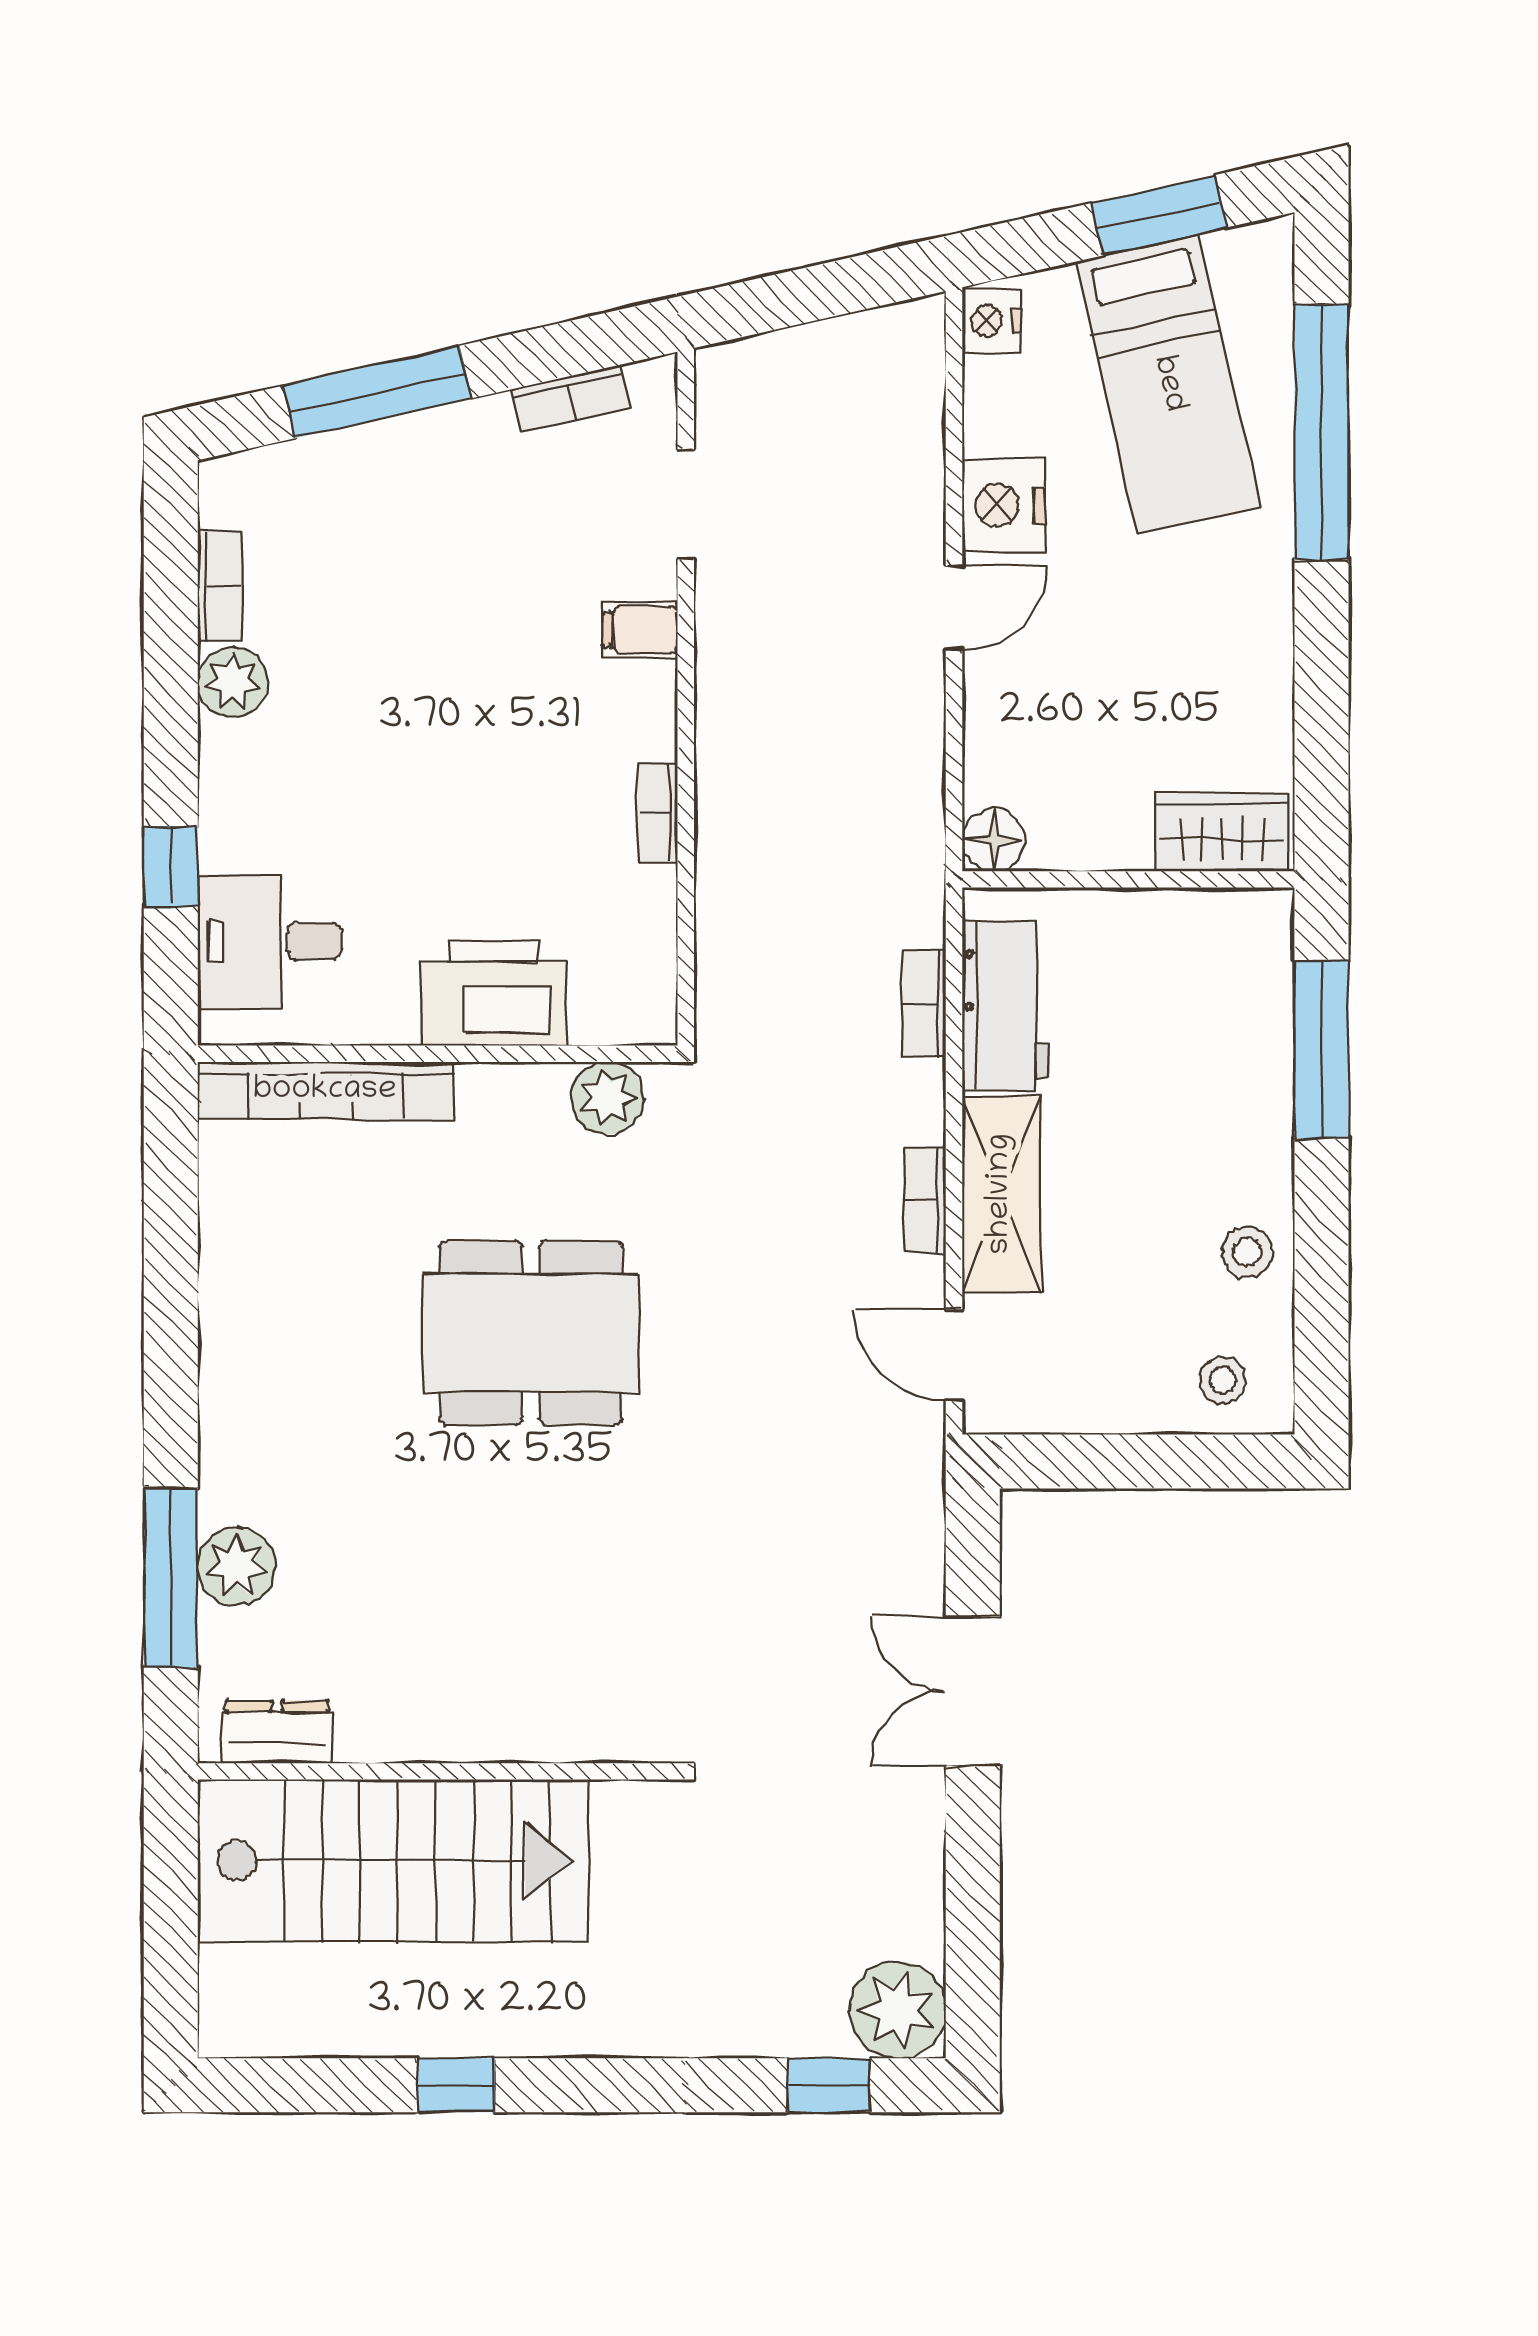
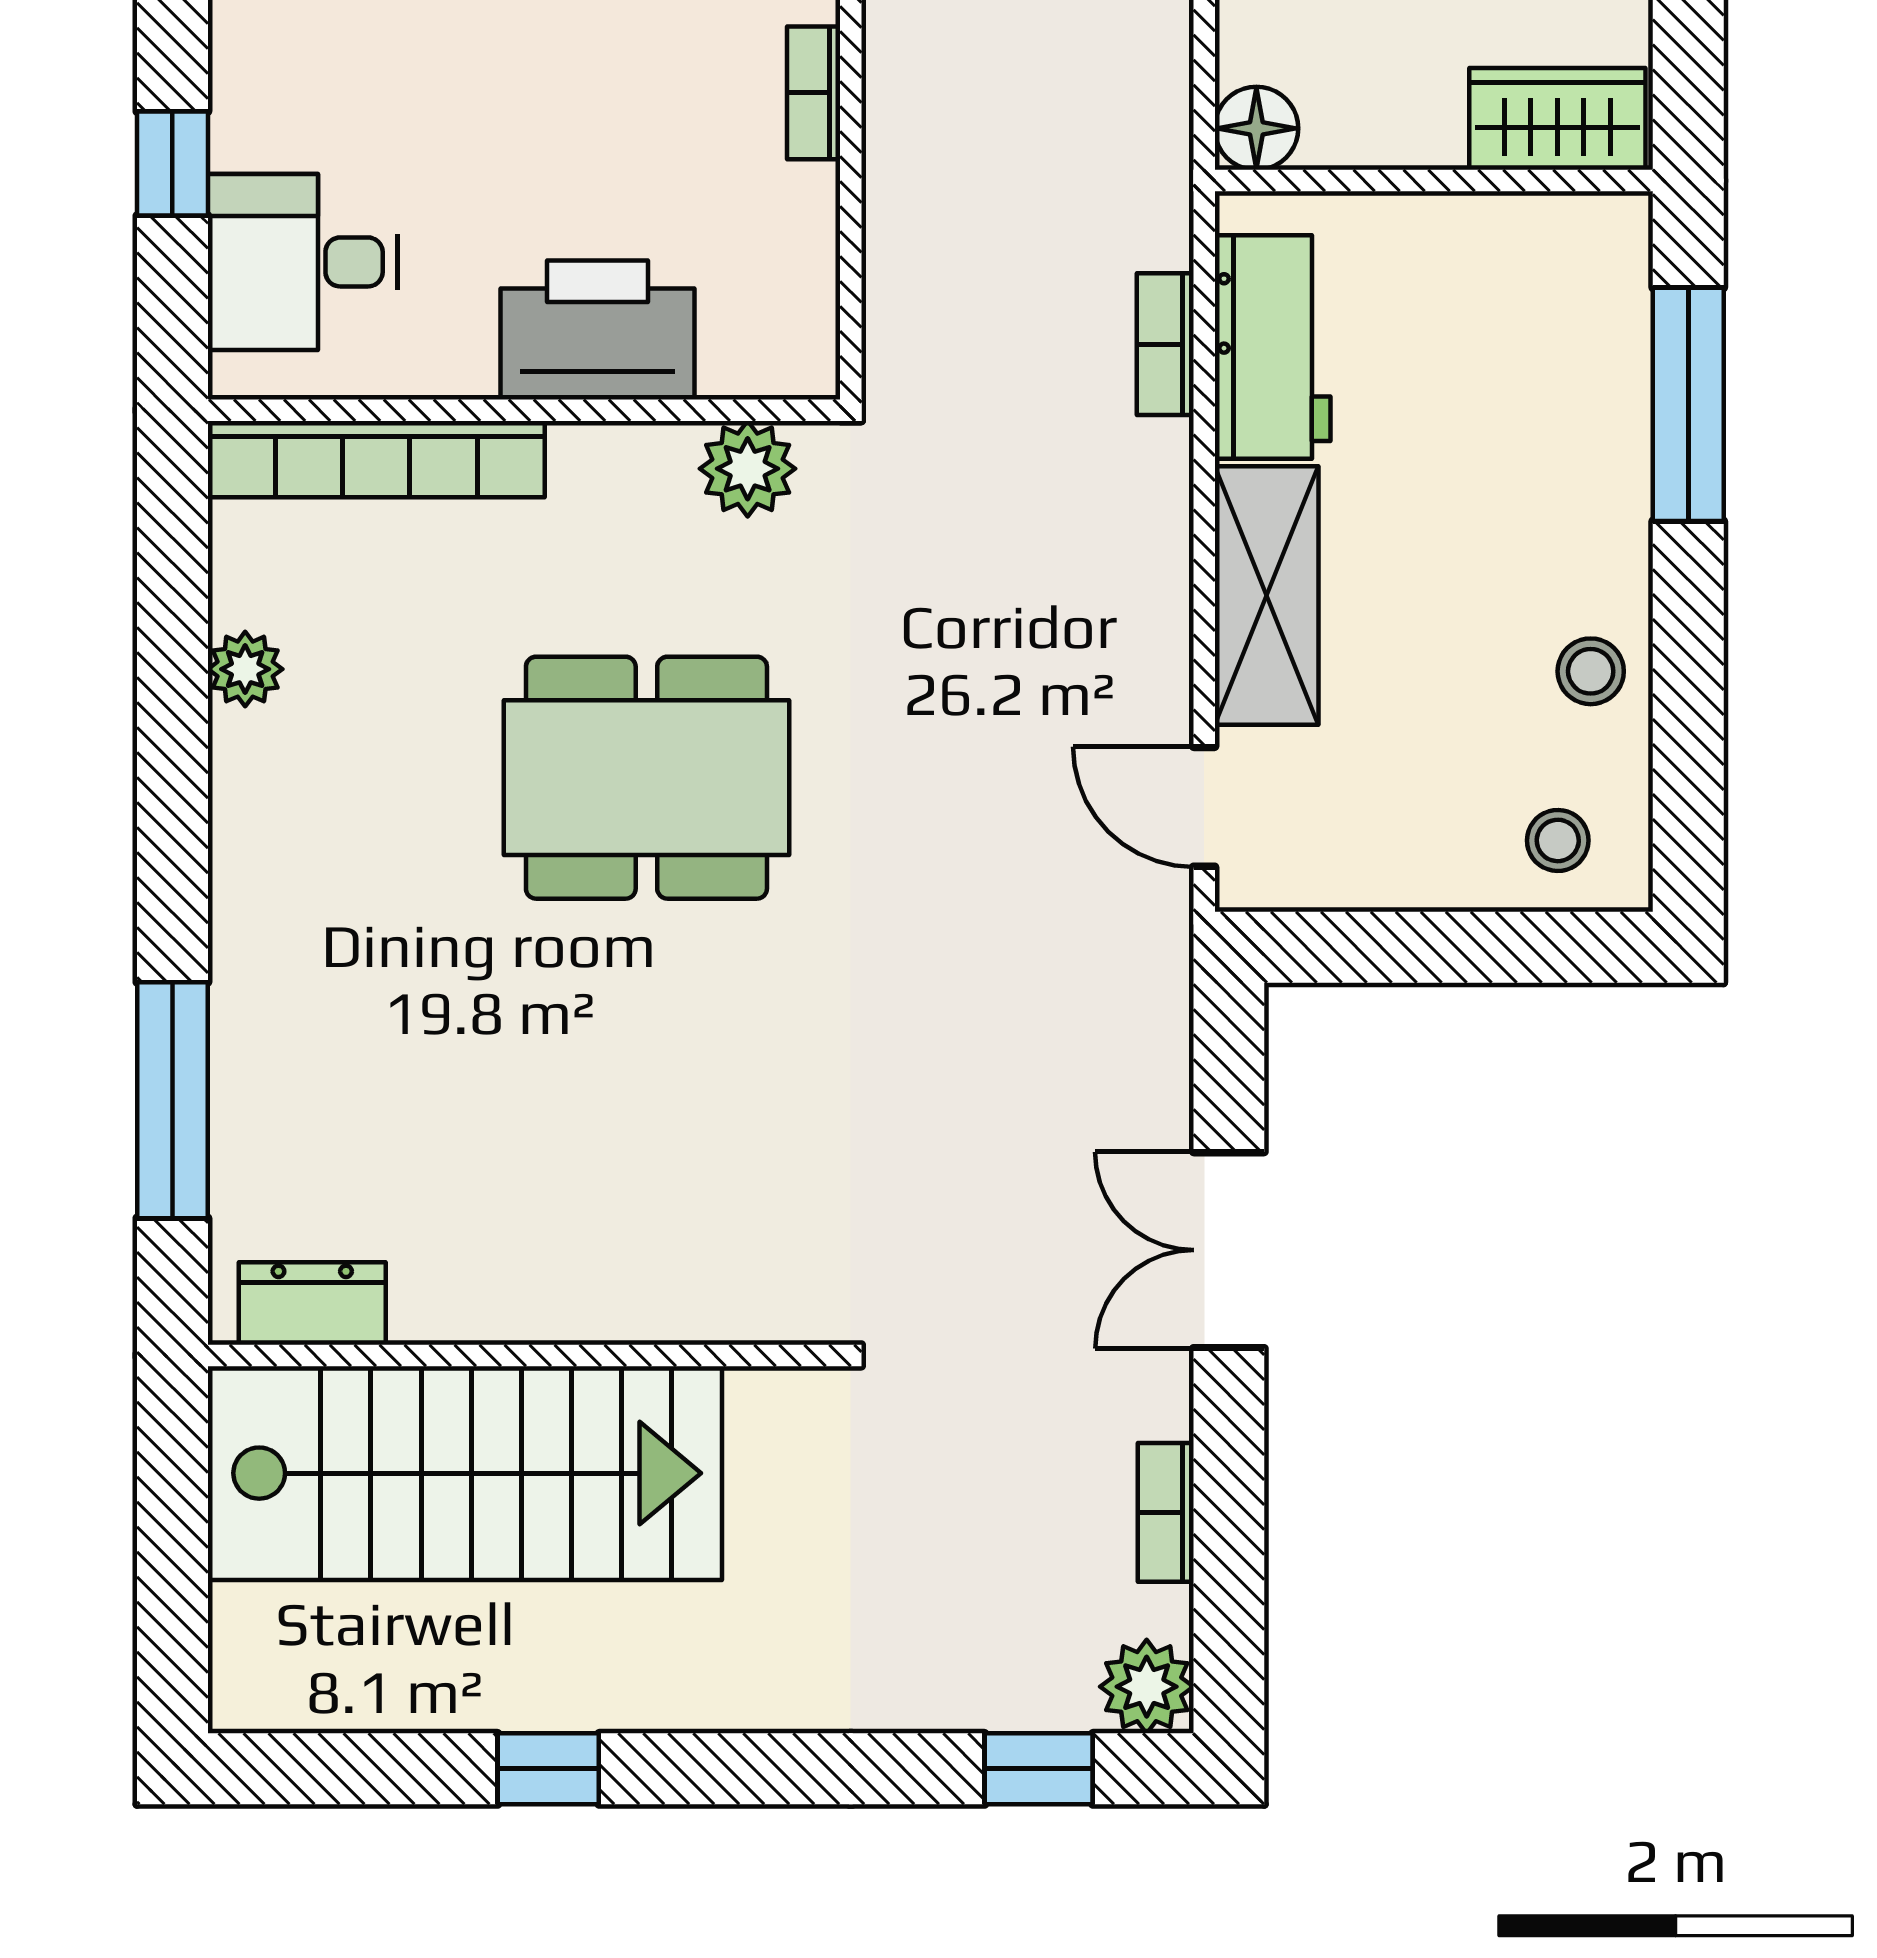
bookcase: (925, 1200) -> (1166, 1512), moved
plant: (237, 1566) -> (245, 669), moved, width x0.73, depth x0.73
plant: (897, 2010) -> (1147, 1687), width x0.73, depth x0.73

